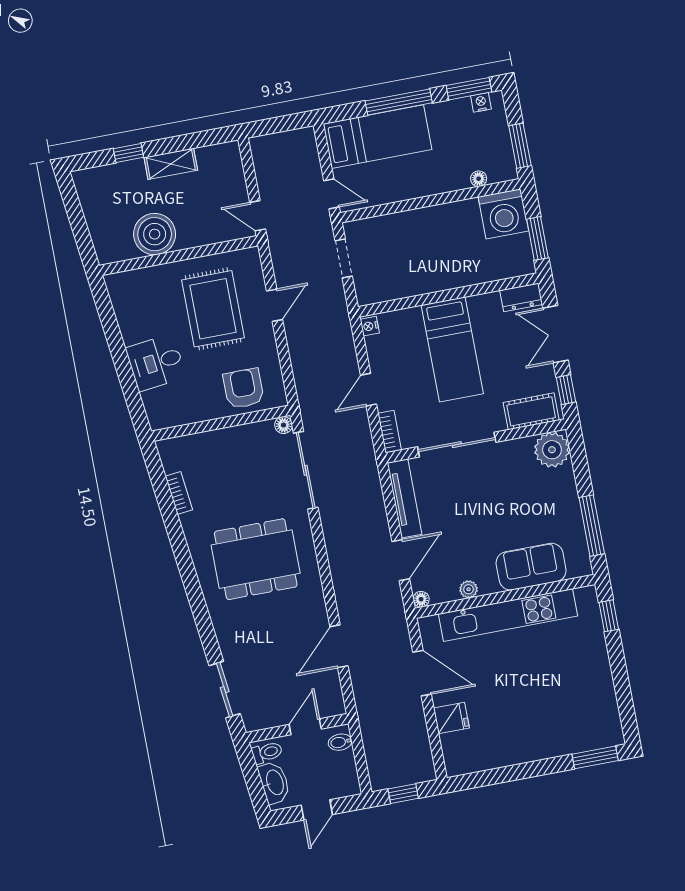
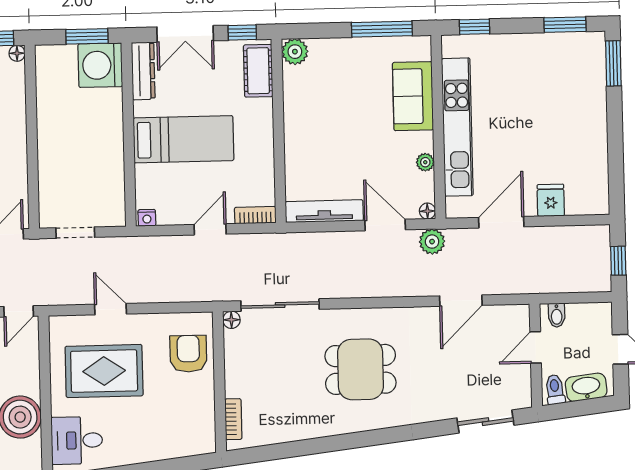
floor lamp: (479, 179) -> (17, 53), moved
washing machine: (503, 214) -> (100, 65), moved, turned 180
dresser: (521, 297) -> (143, 71), width x1.44
desk: (156, 363) -> (77, 440), moved, turned 97
armchair: (243, 388) -> (188, 354), turned 90
door: (368, 390) -> (210, 229), swing flipped
sliding door: (457, 445) -> (279, 150), removed
plant: (552, 450) -> (295, 52), width x0.73, depth x0.73
bookcase: (179, 493) -> (233, 419), moved, turned 97
dining table: (256, 559) -> (361, 369), width x0.73
plant: (392, 609) -> (432, 242), added
door: (339, 646) -> (461, 301), hinge flipped
window: (625, 704) -> (565, 25), added
door: (305, 727) -> (536, 347), hinge flipped

